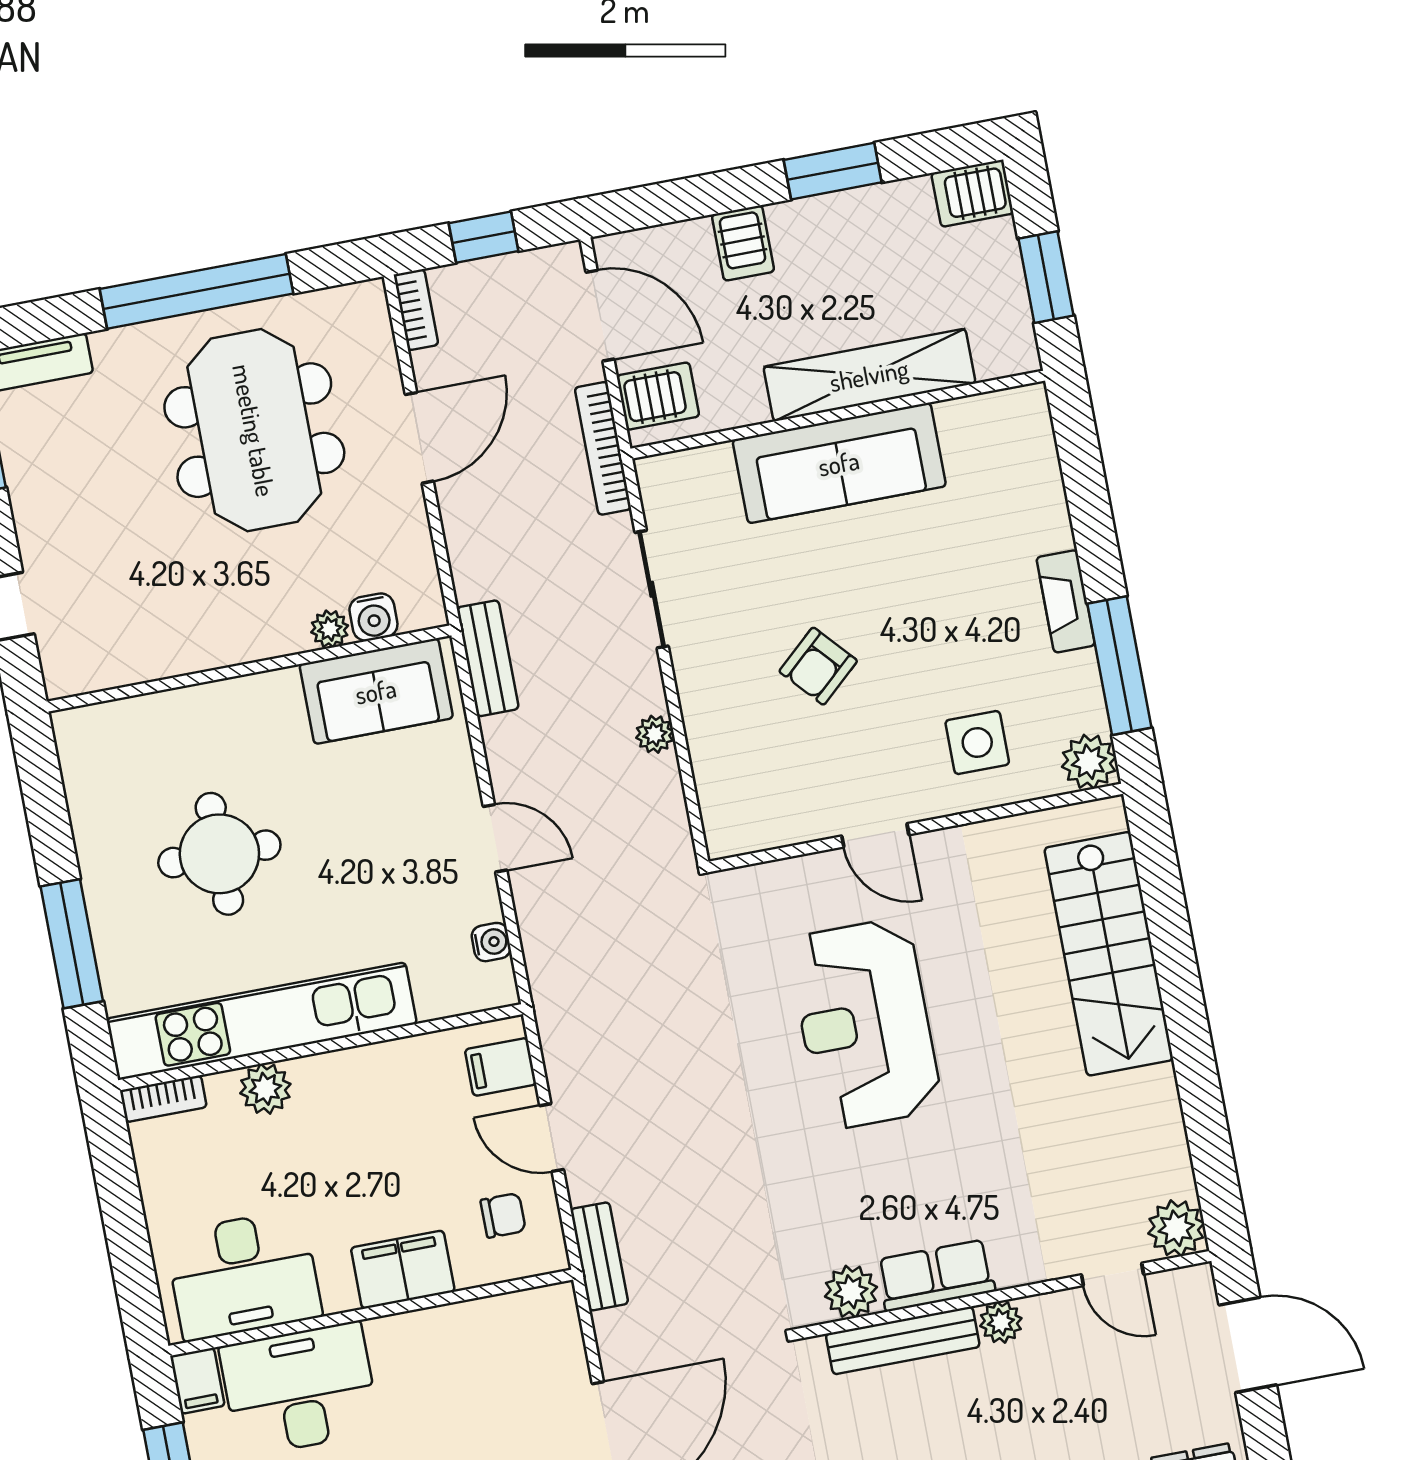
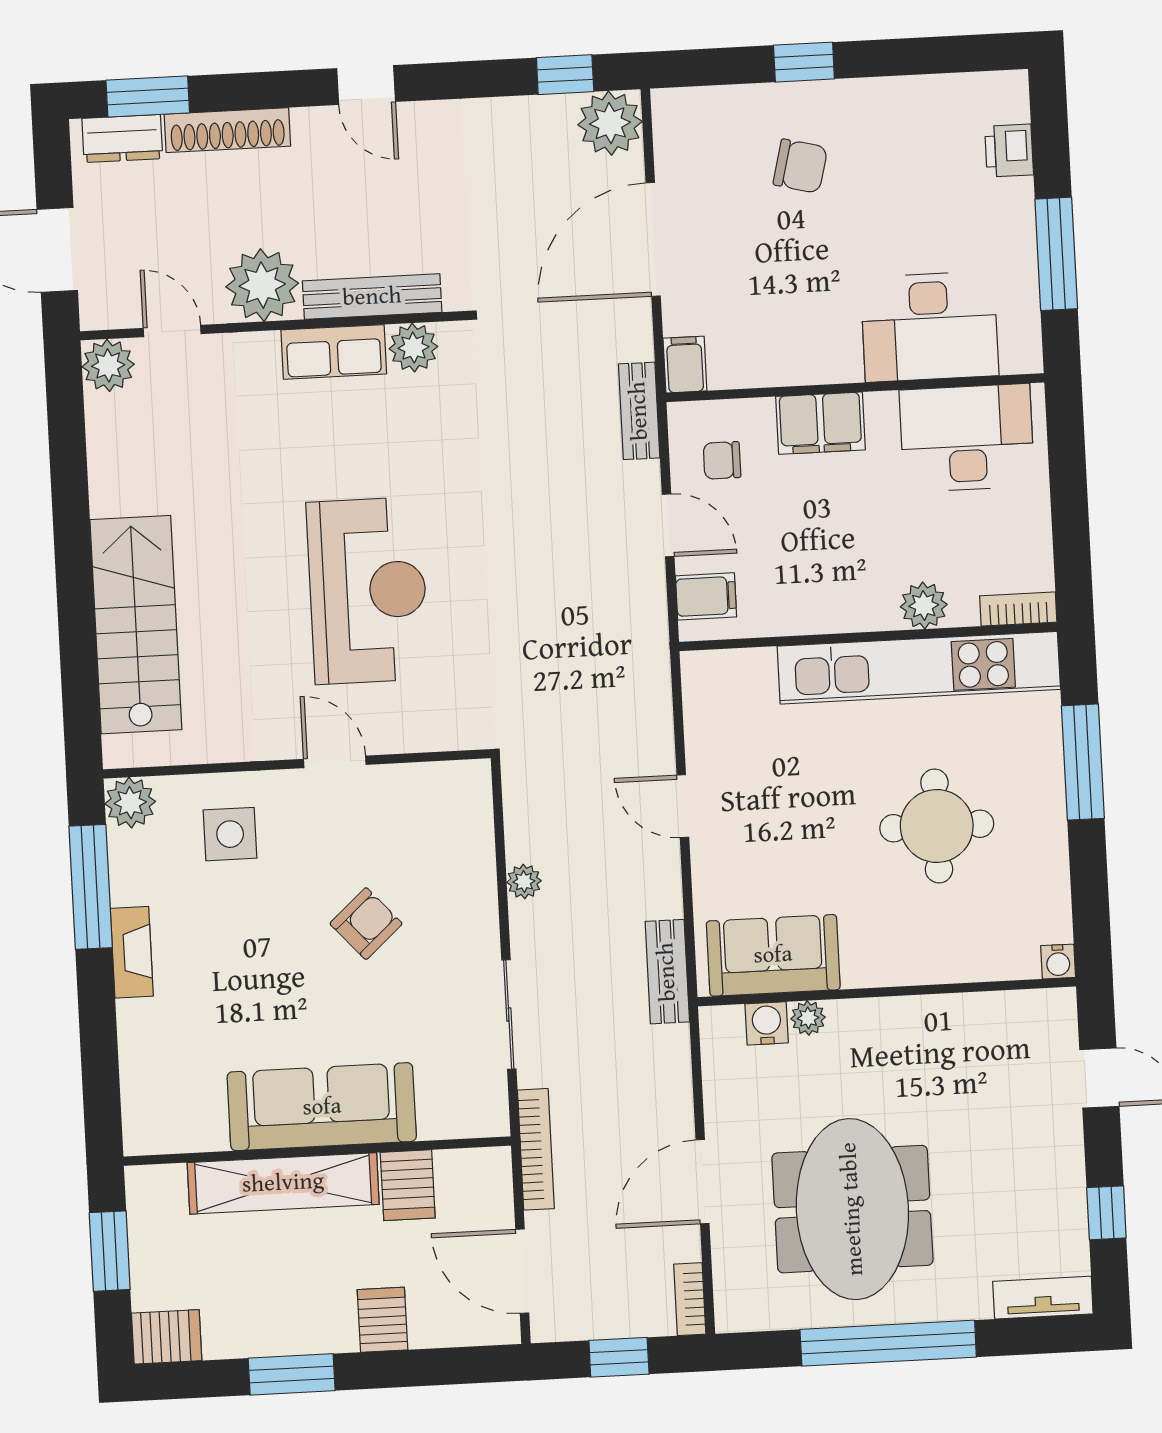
server rack: (658, 396) -> (408, 1185), moved, turned -90
water cooler: (491, 942) -> (1058, 962), moved, turned -90
plant: (1001, 1322) -> (262, 285), width x1.88, depth x1.88
filing cabinet: (197, 1381) -> (685, 365), moved

